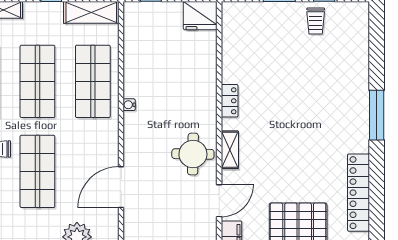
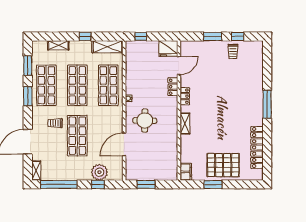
locker: (208, 84) -> (173, 87), added
round table: (193, 154) -> (145, 121), moved
door: (219, 201) -> (179, 65), moved

